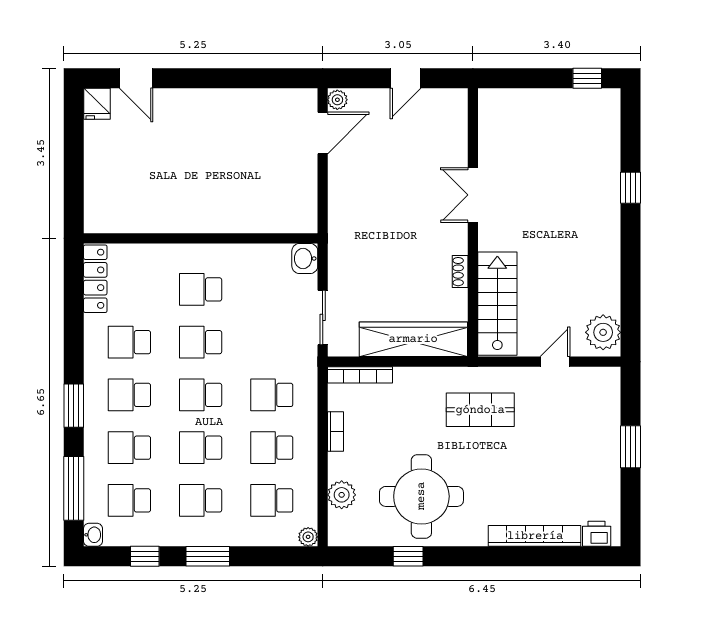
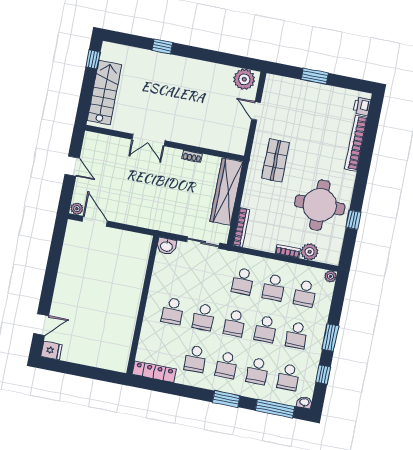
stairs: (497, 304) -> (104, 93), moved, turned 90
bookcase: (335, 432) -> (288, 251), moved

